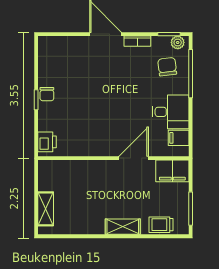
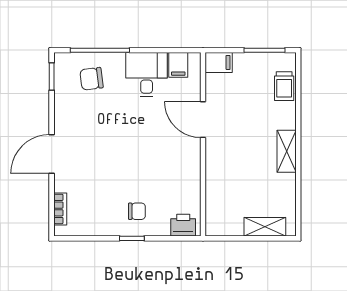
bookcase: (137, 41) -> (60, 209), moved
plant: (178, 42) -> (62, 66), removed
chair: (47, 94) -> (137, 211), moved
filing cabinet: (172, 171) -> (219, 62), width x0.50
shelving: (123, 227) -> (287, 151), moved

